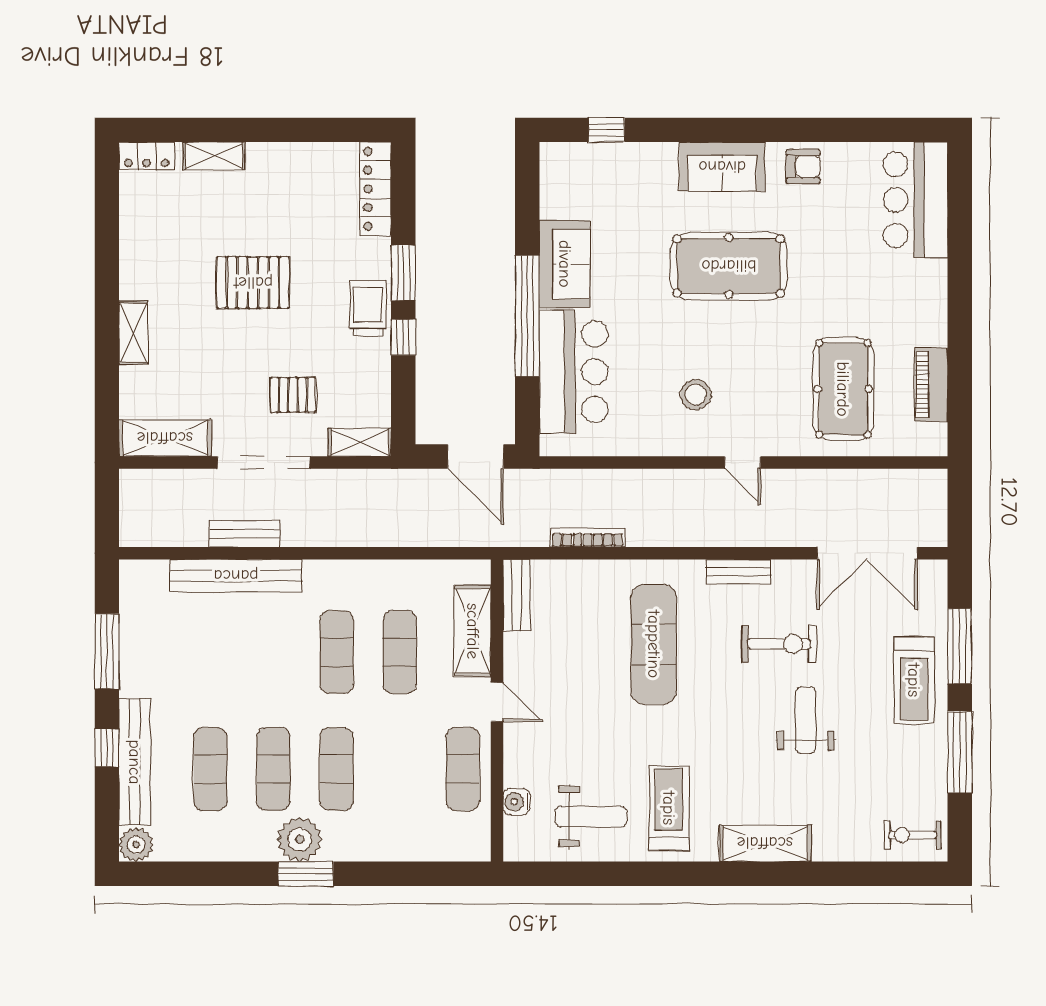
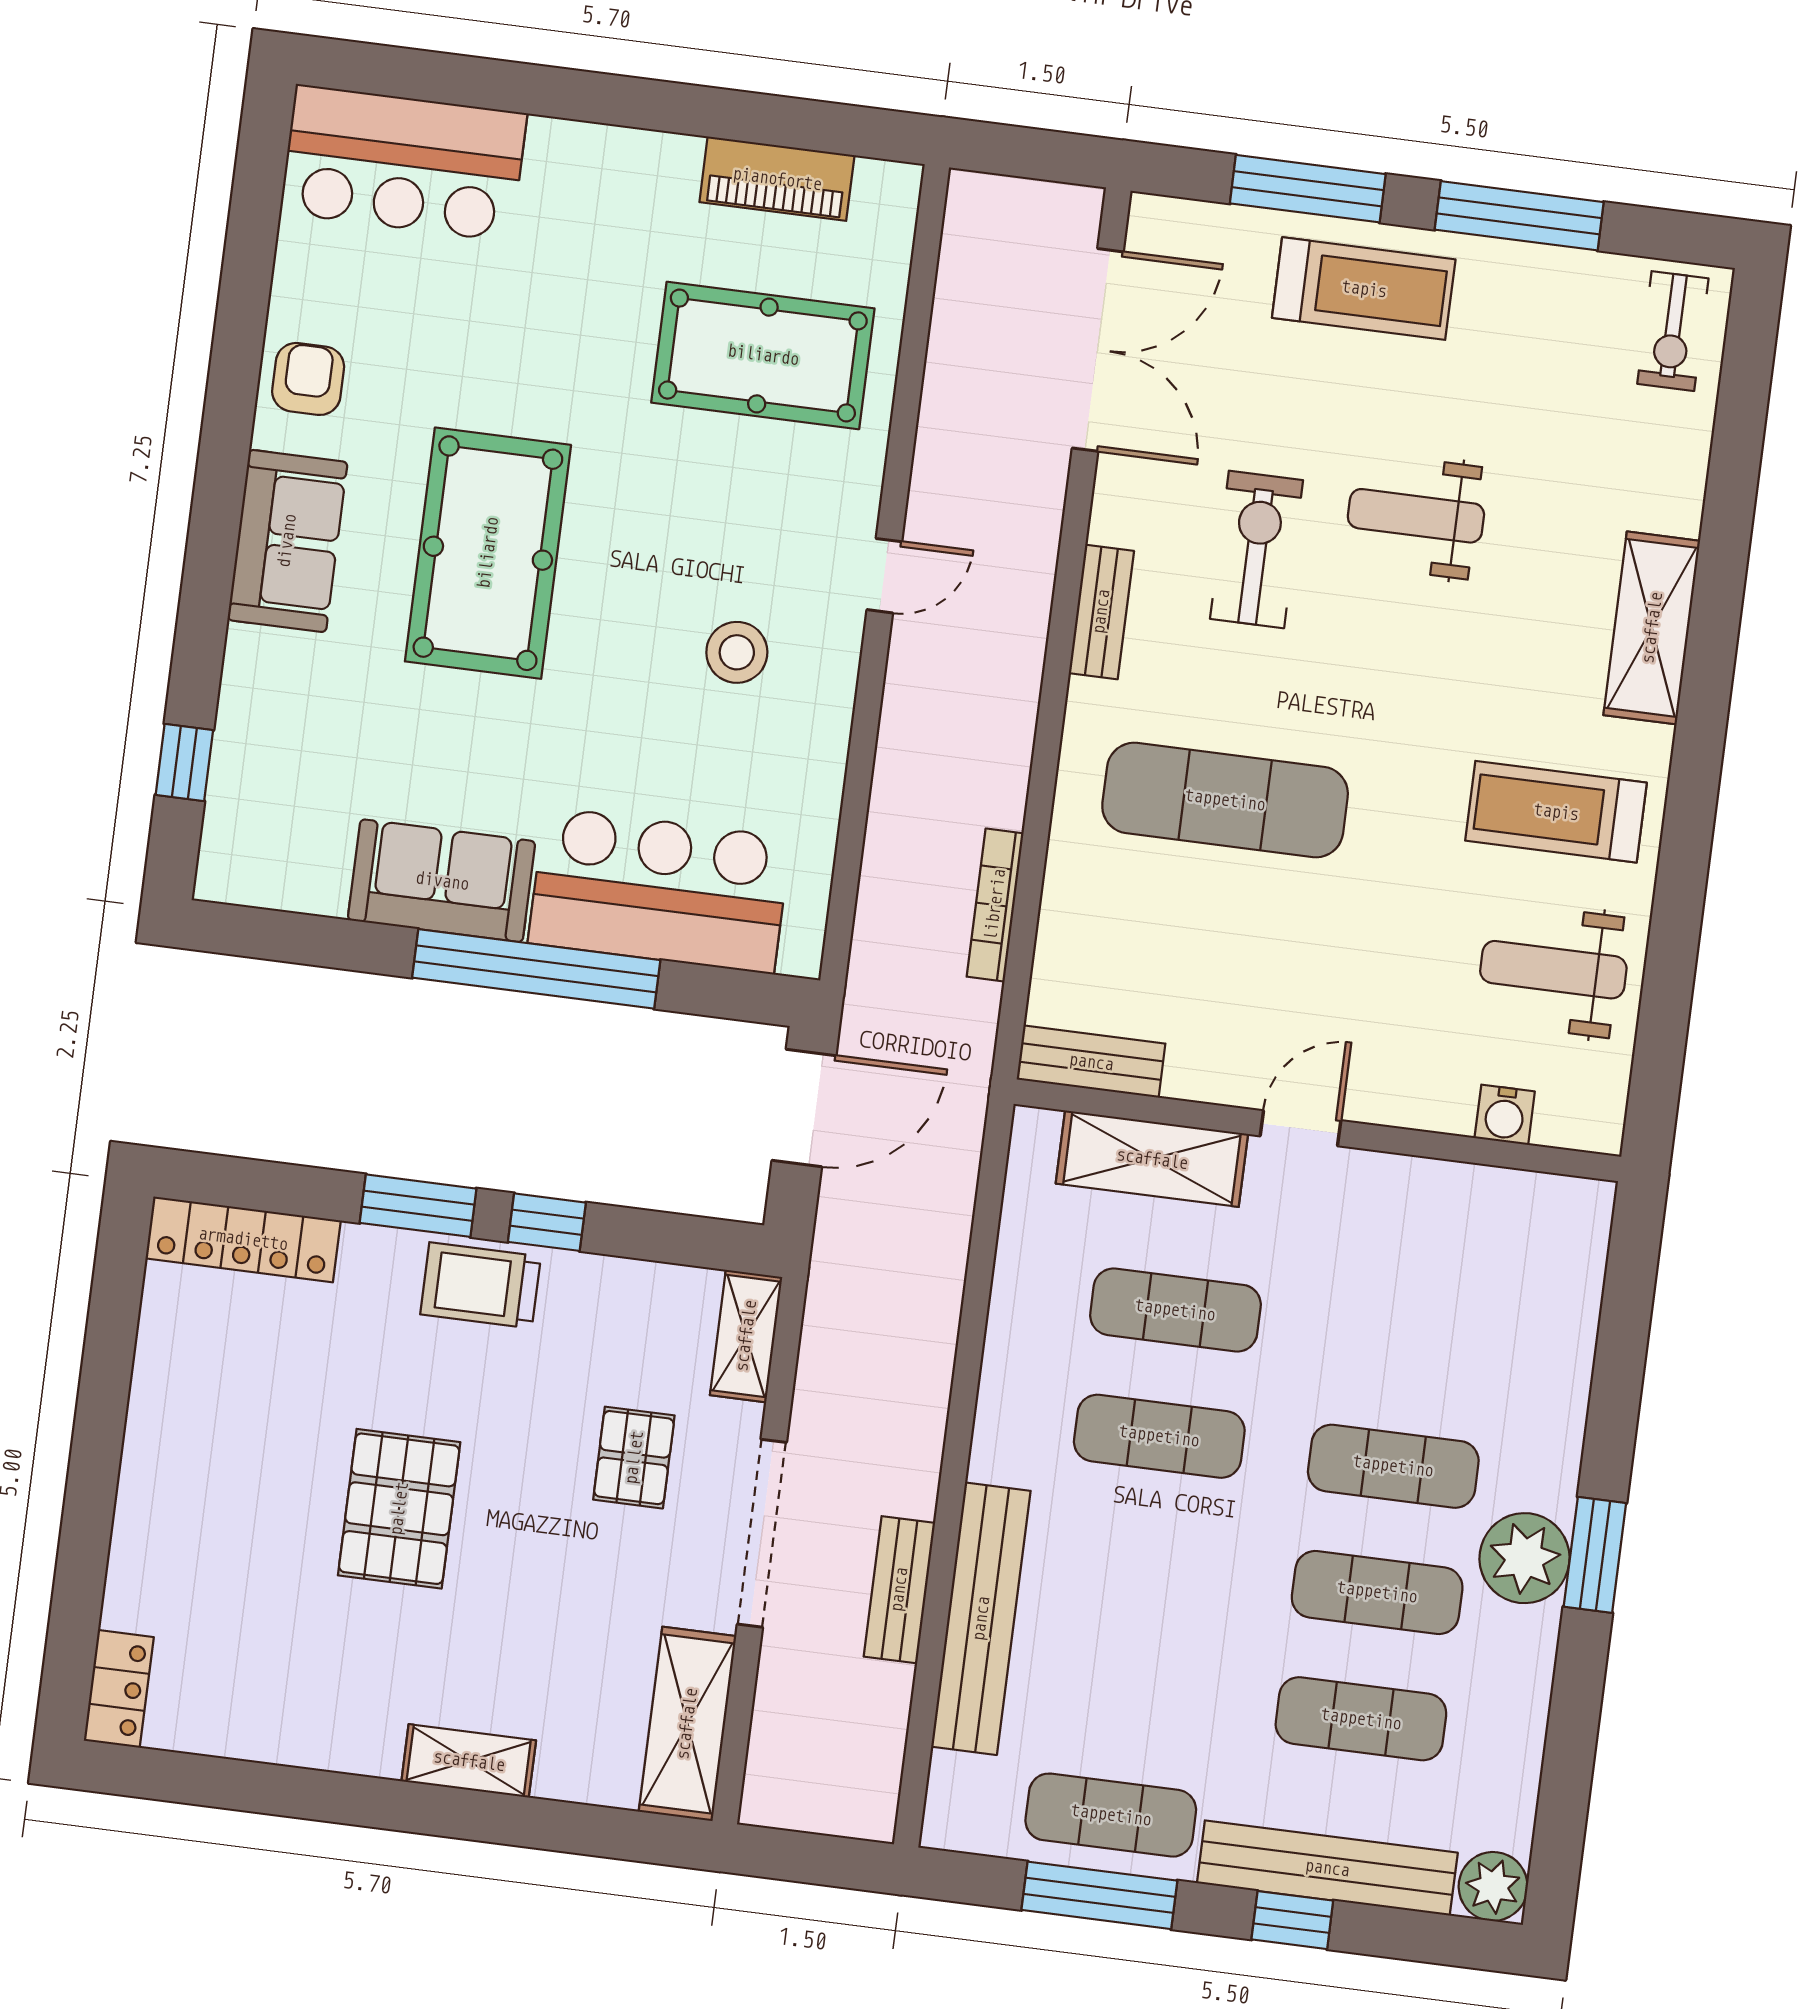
shelving: (214, 156) -> (136, 1555), removed
exercise mat: (463, 769) -> (1111, 1815), moved
weight bench: (591, 817) -> (1553, 970), turned -90

